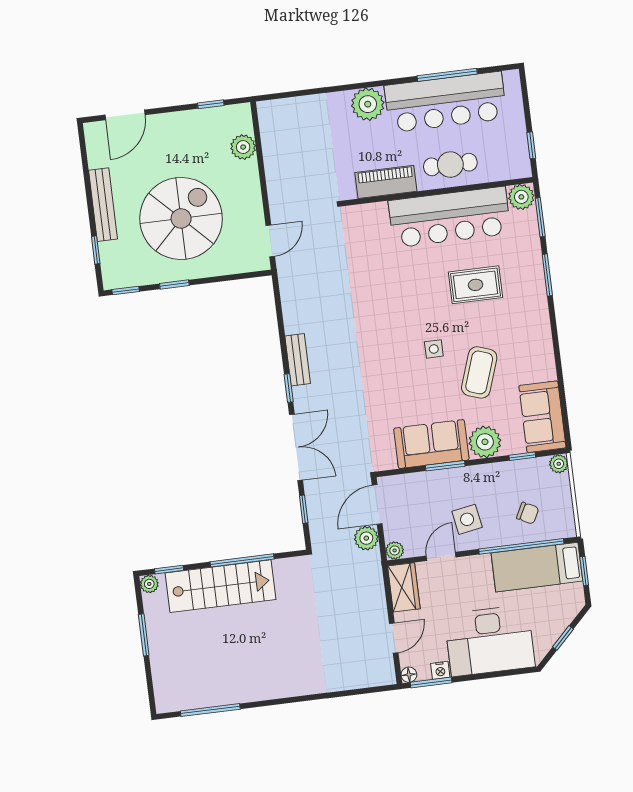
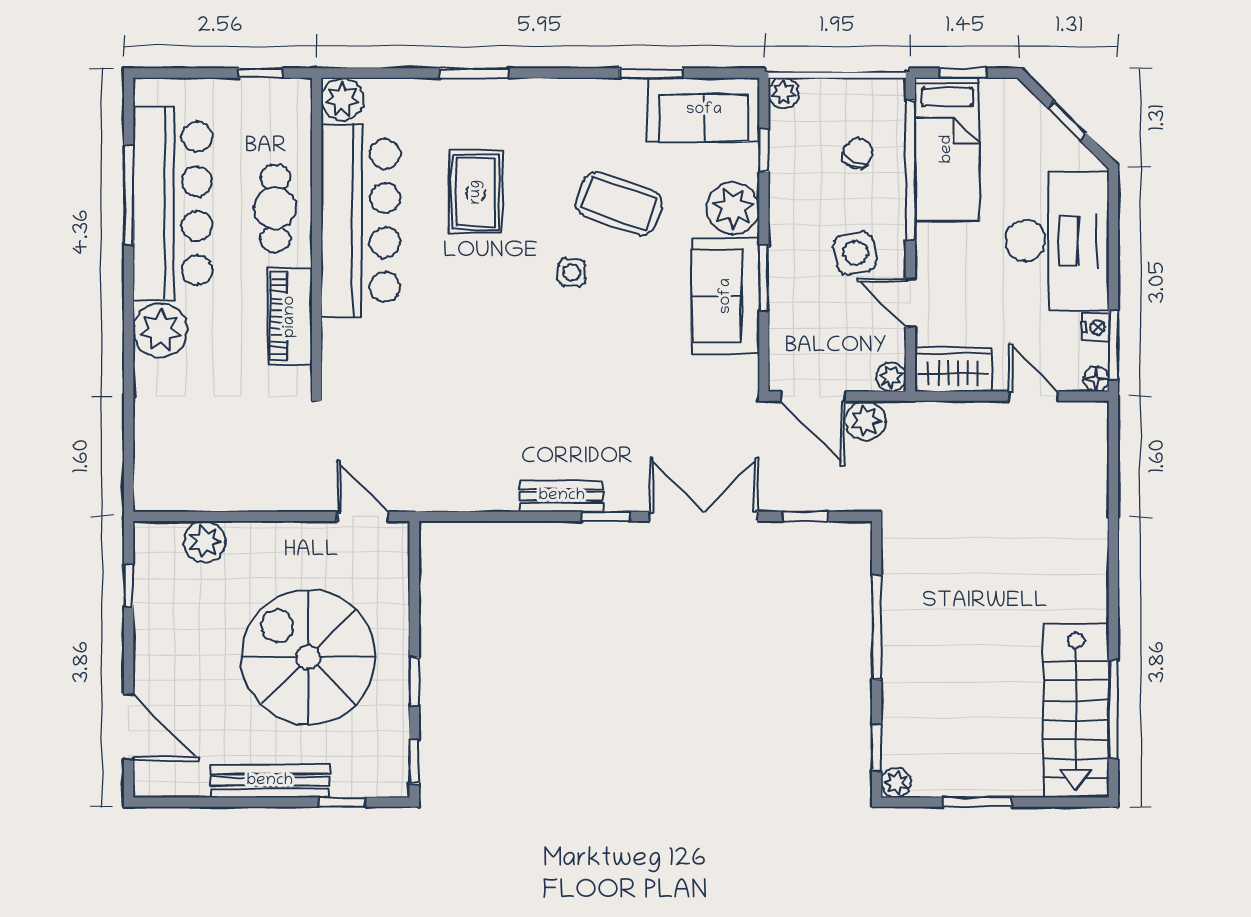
window: (540, 217) -> (651, 73), moved
stairs: (220, 586) -> (1076, 710), moved, turned 180

